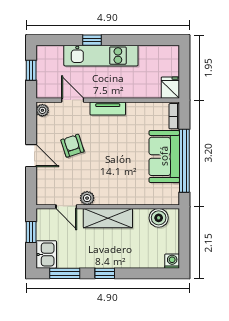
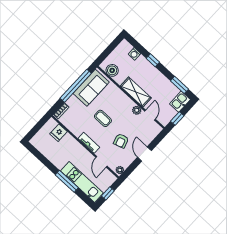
window: (92, 40) -> (67, 181), width x2.17
kitchen unit: (101, 56) -> (82, 182), moved
fridge: (170, 88) -> (58, 133), moved
coffee table: (118, 152) -> (103, 118), added
sofa: (164, 156) -> (91, 88), moved
washing machine: (172, 261) -> (134, 54), moved
window: (105, 273) -> (153, 60), moved

